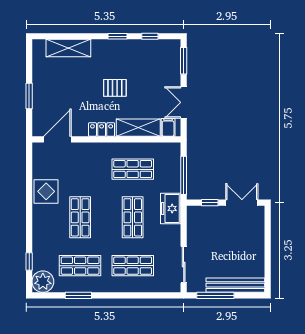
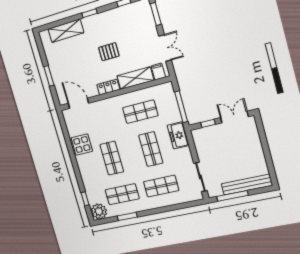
window: (117, 36) -> (89, 13), moved
double door: (184, 102) -> (165, 48), swing flipped
door: (57, 139) -> (78, 103), hinge flipped

